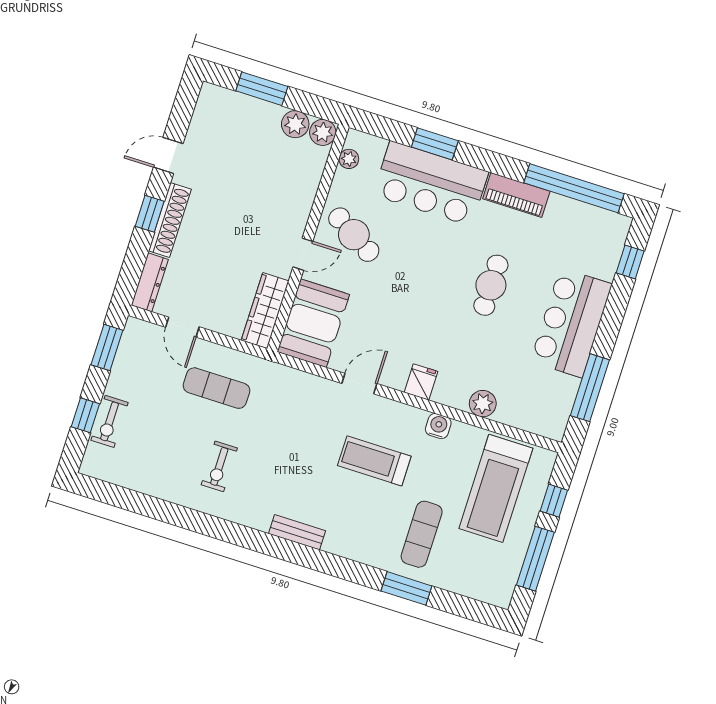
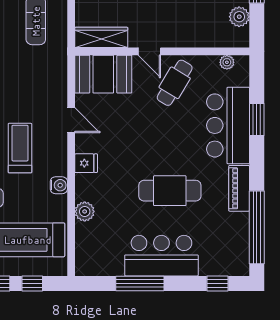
plant: (323, 132) -> (240, 38), removed
cafe table: (491, 285) -> (170, 191), width x1.37, depth x1.35
window: (590, 388) -> (140, 283), moved

